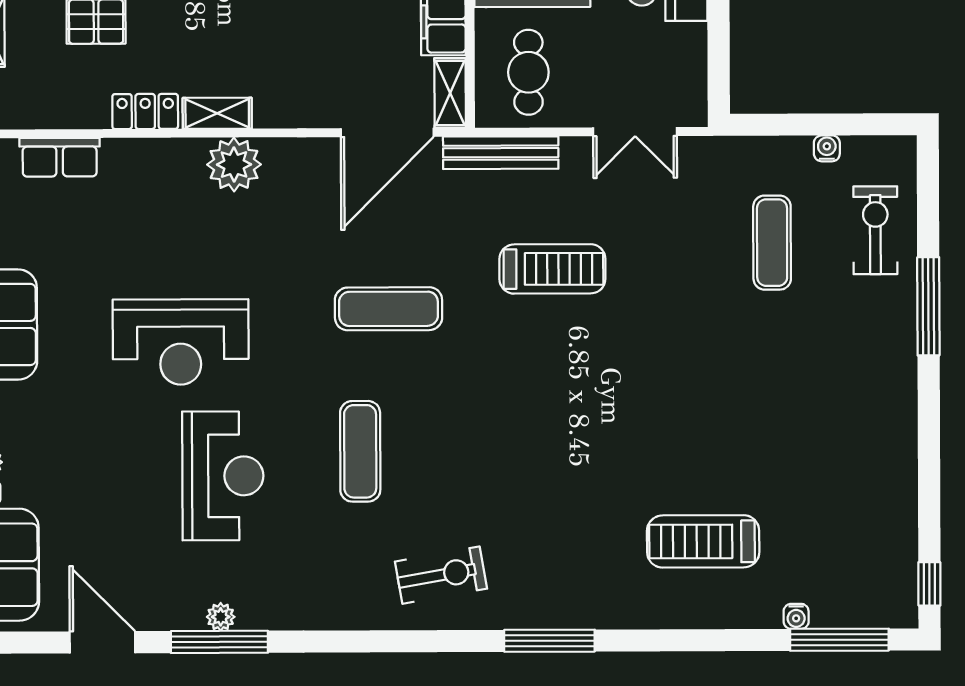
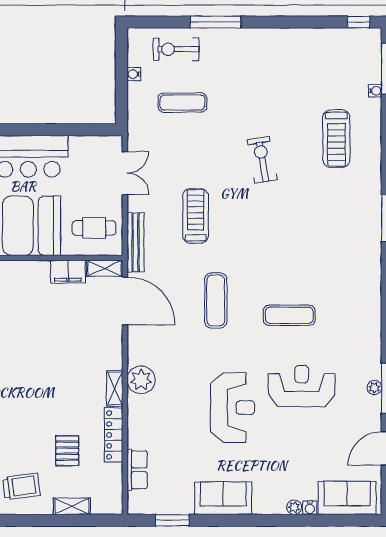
locker: (145, 111) -> (114, 435), width x1.53
exercise bike: (441, 575) -> (262, 160), moved

